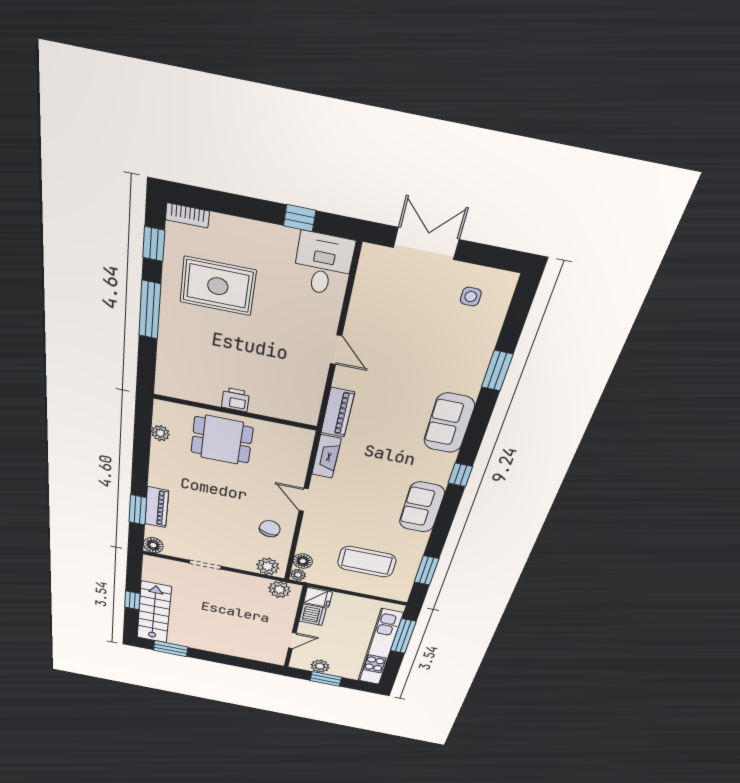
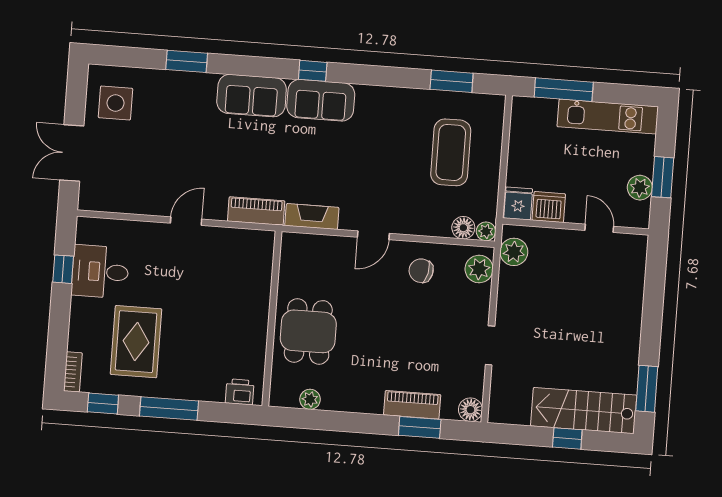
desk: (323, 264) -> (100, 272), moved
side table: (471, 297) -> (115, 103), width x1.87, depth x1.87
printer: (235, 400) -> (240, 392), moved, turned 90
sofa: (422, 507) -> (321, 100), moved
kitchen unit: (380, 648) -> (608, 117), width x0.73

